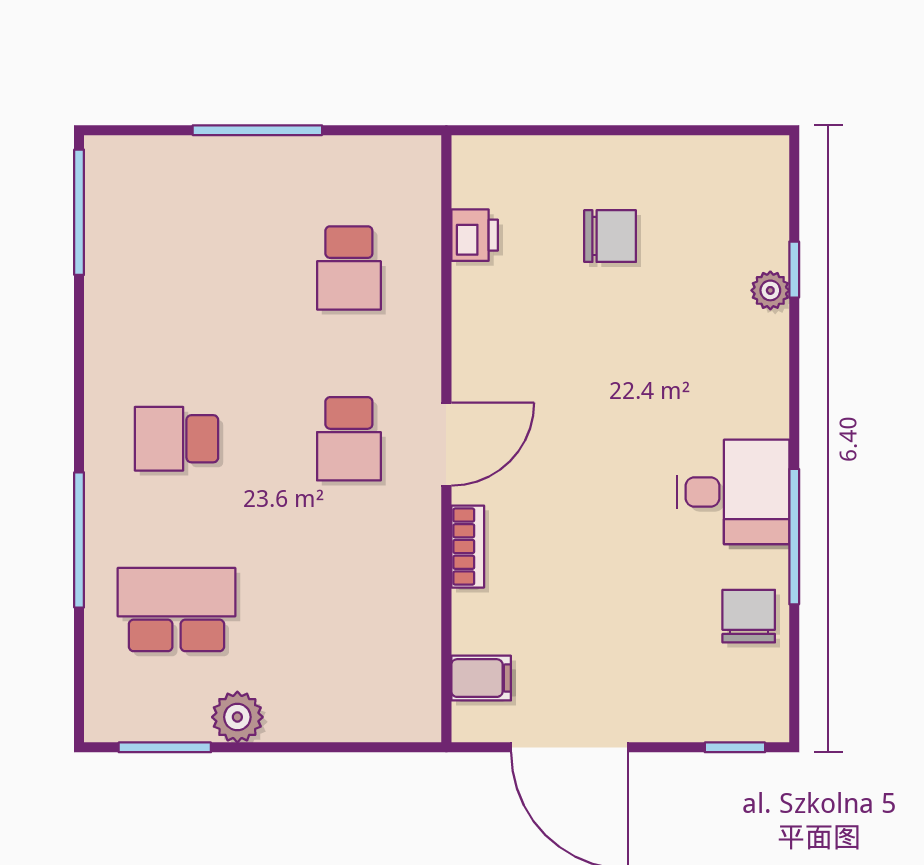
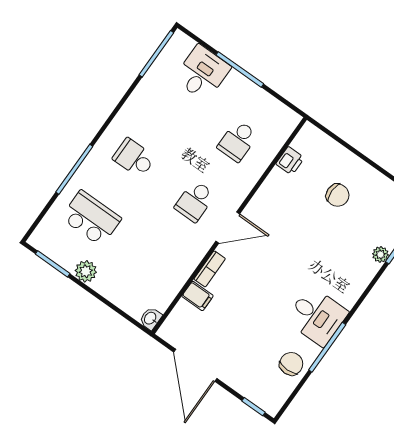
desk: (191, 187) -> (202, 73), added
filing cabinet: (481, 678) -> (198, 296), moved
washbasin: (423, 719) -> (151, 318), added

